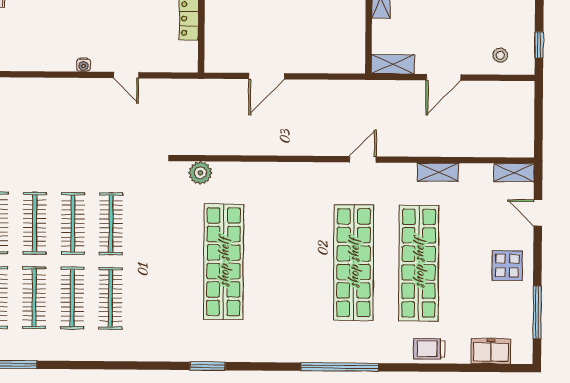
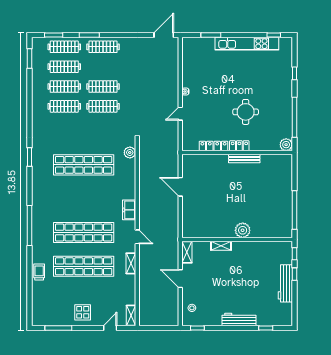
shelving: (438, 172) -> (131, 263), moved
clothes rail: (35, 223) -> (103, 67), removed
freezer: (491, 351) -> (129, 210), moved, turned 180

